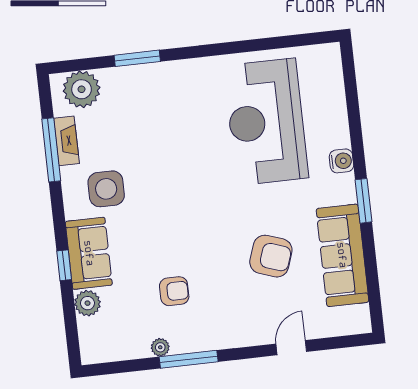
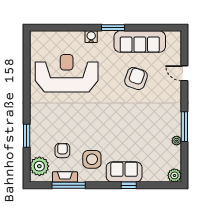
reception desk: (266, 122) -> (67, 73), turned 180
armchair: (174, 291) -> (62, 151), moved
plant: (88, 303) -> (174, 175), moved

